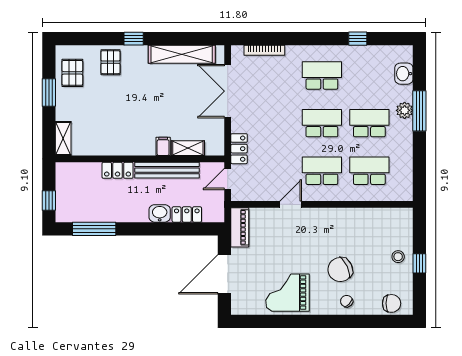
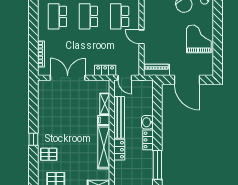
shelving: (182, 54) -> (104, 147), moved
double door: (228, 91) -> (68, 78), swing flipped
locker: (187, 214) -> (148, 140), moved
grand piano: (288, 293) -> (199, 39), turned 180

